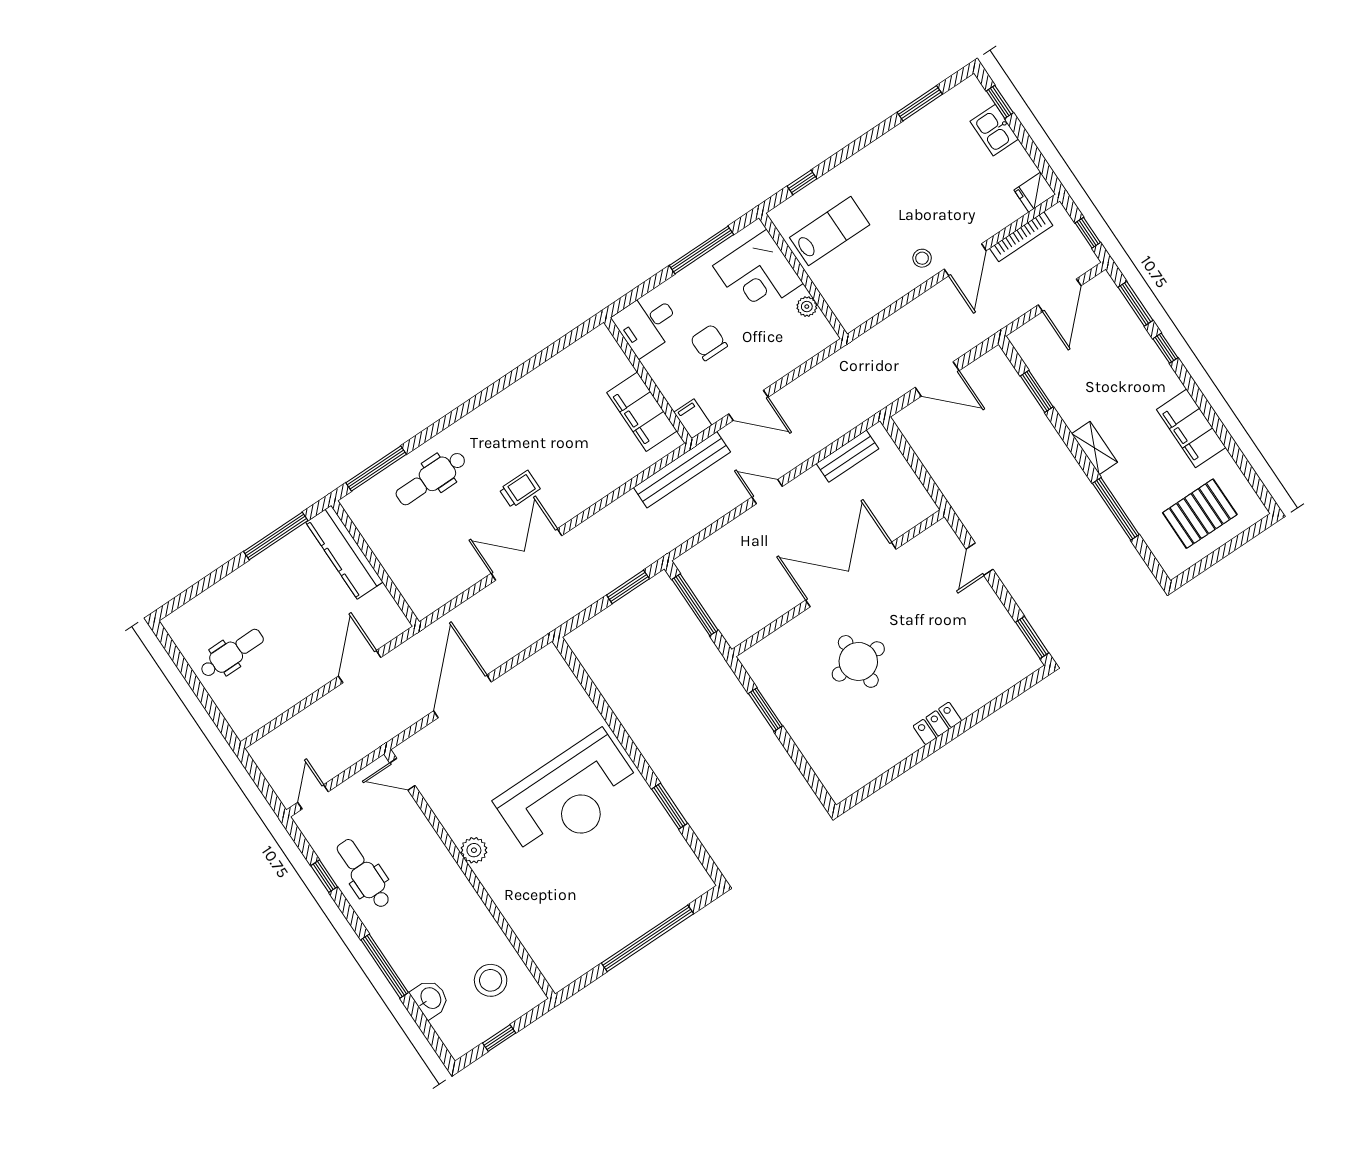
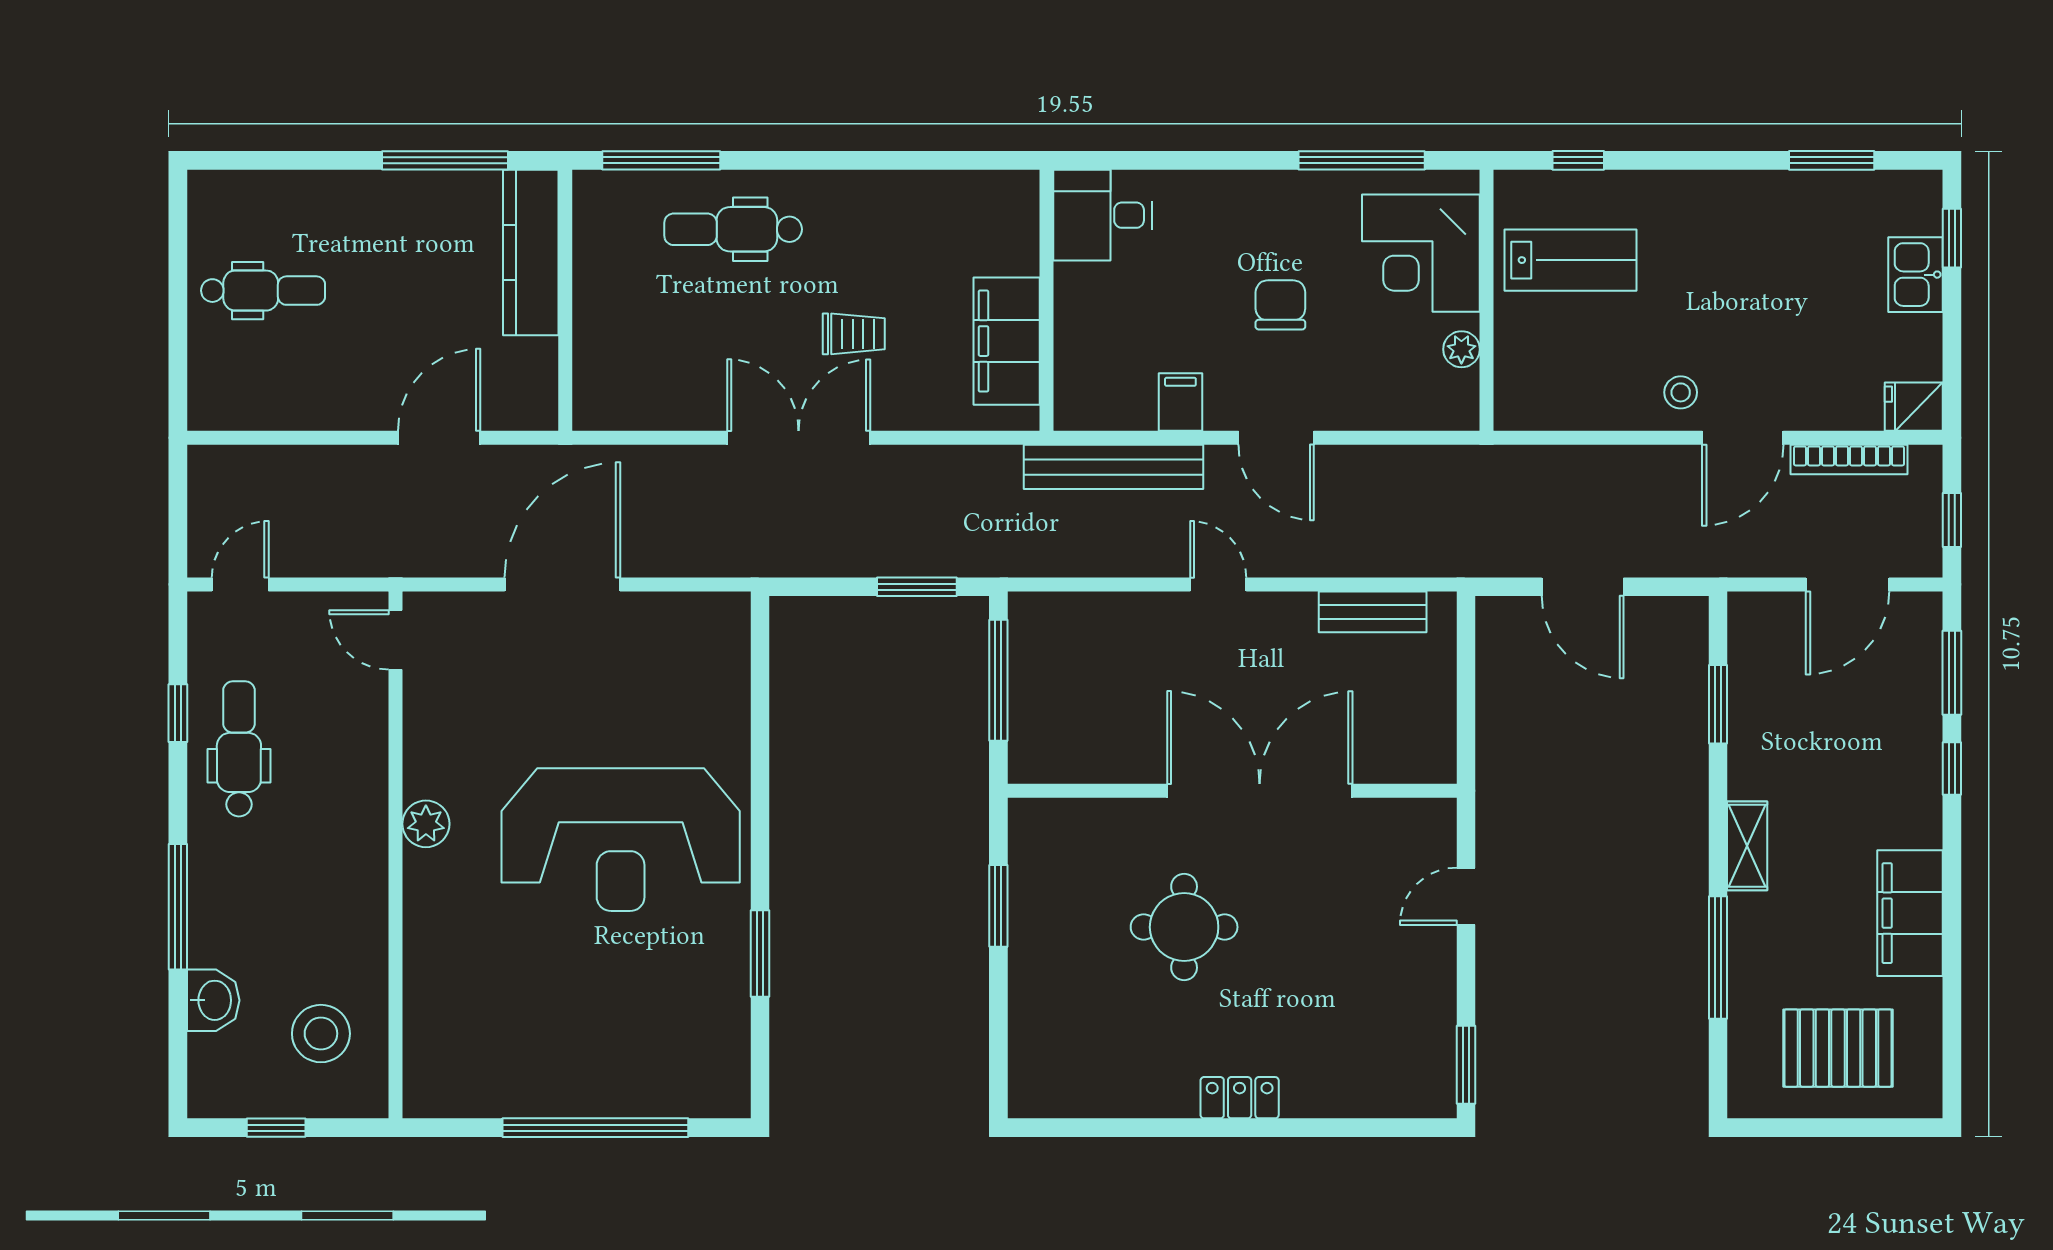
desk: (647, 323) -> (1103, 215), moved
wall: (648, 380) -> (1047, 300), moved
filing cabinet: (642, 412) -> (1007, 341), moved

